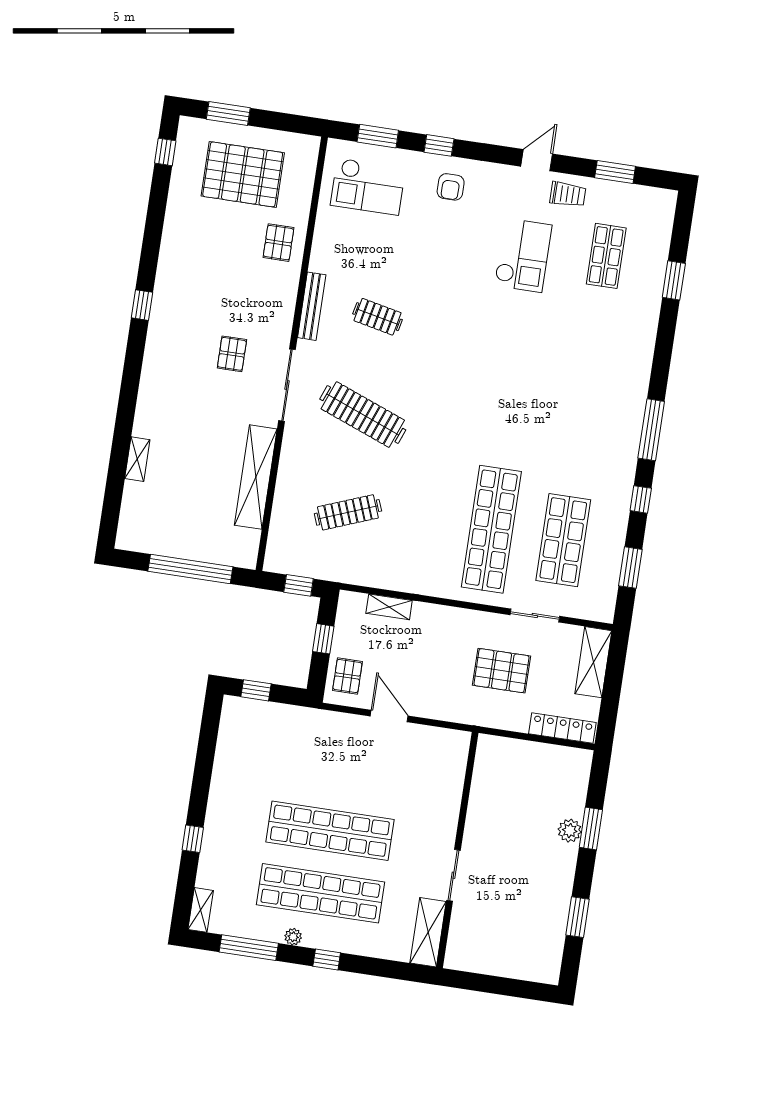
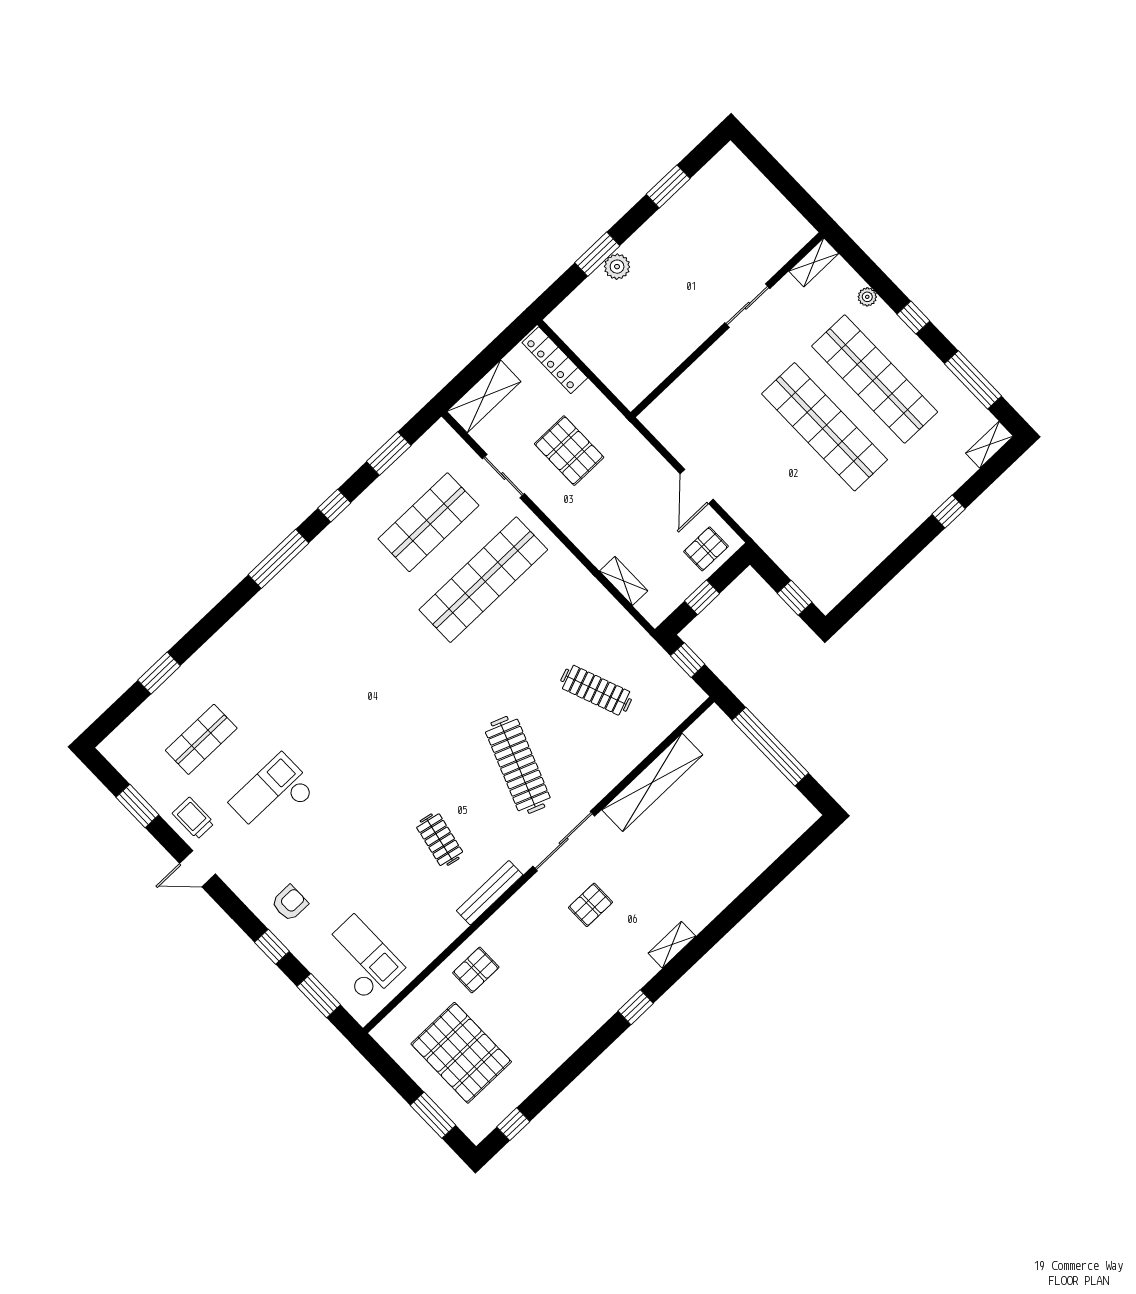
shelving: (137, 459) -> (672, 945), moved
shelving: (428, 932) -> (814, 262), width x0.67, depth x0.75
plant: (293, 937) -> (867, 297), moved

